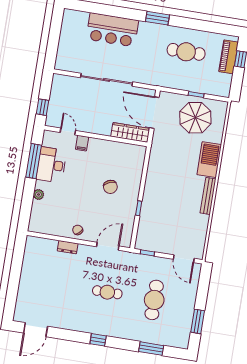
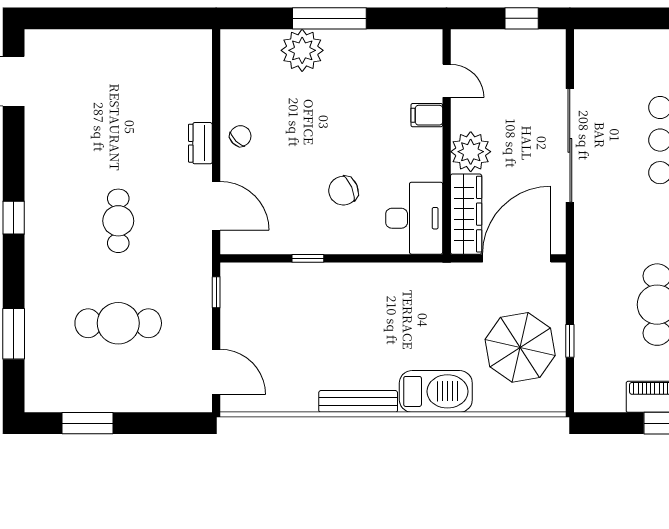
window: (42, 107) -> (522, 18), moved
plant: (102, 126) -> (471, 152), added
door: (68, 131) -> (447, 81), hinge flipped
window: (34, 161) -> (329, 18), moved
desk: (51, 165) -> (414, 218), moved, turned 90
plant: (39, 195) -> (302, 50), width x1.87, depth x1.87
dresser: (68, 247) -> (200, 143), moved
door: (184, 259) -> (216, 372), swing flipped

